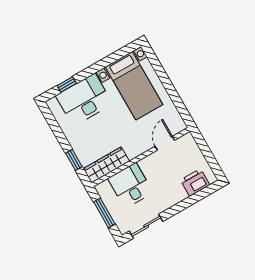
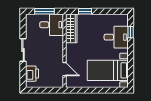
desk: (84, 100) -> (116, 37), width x0.73
desk: (130, 186) -> (52, 25), moved
sliding door: (146, 226) -> (23, 50), moved

